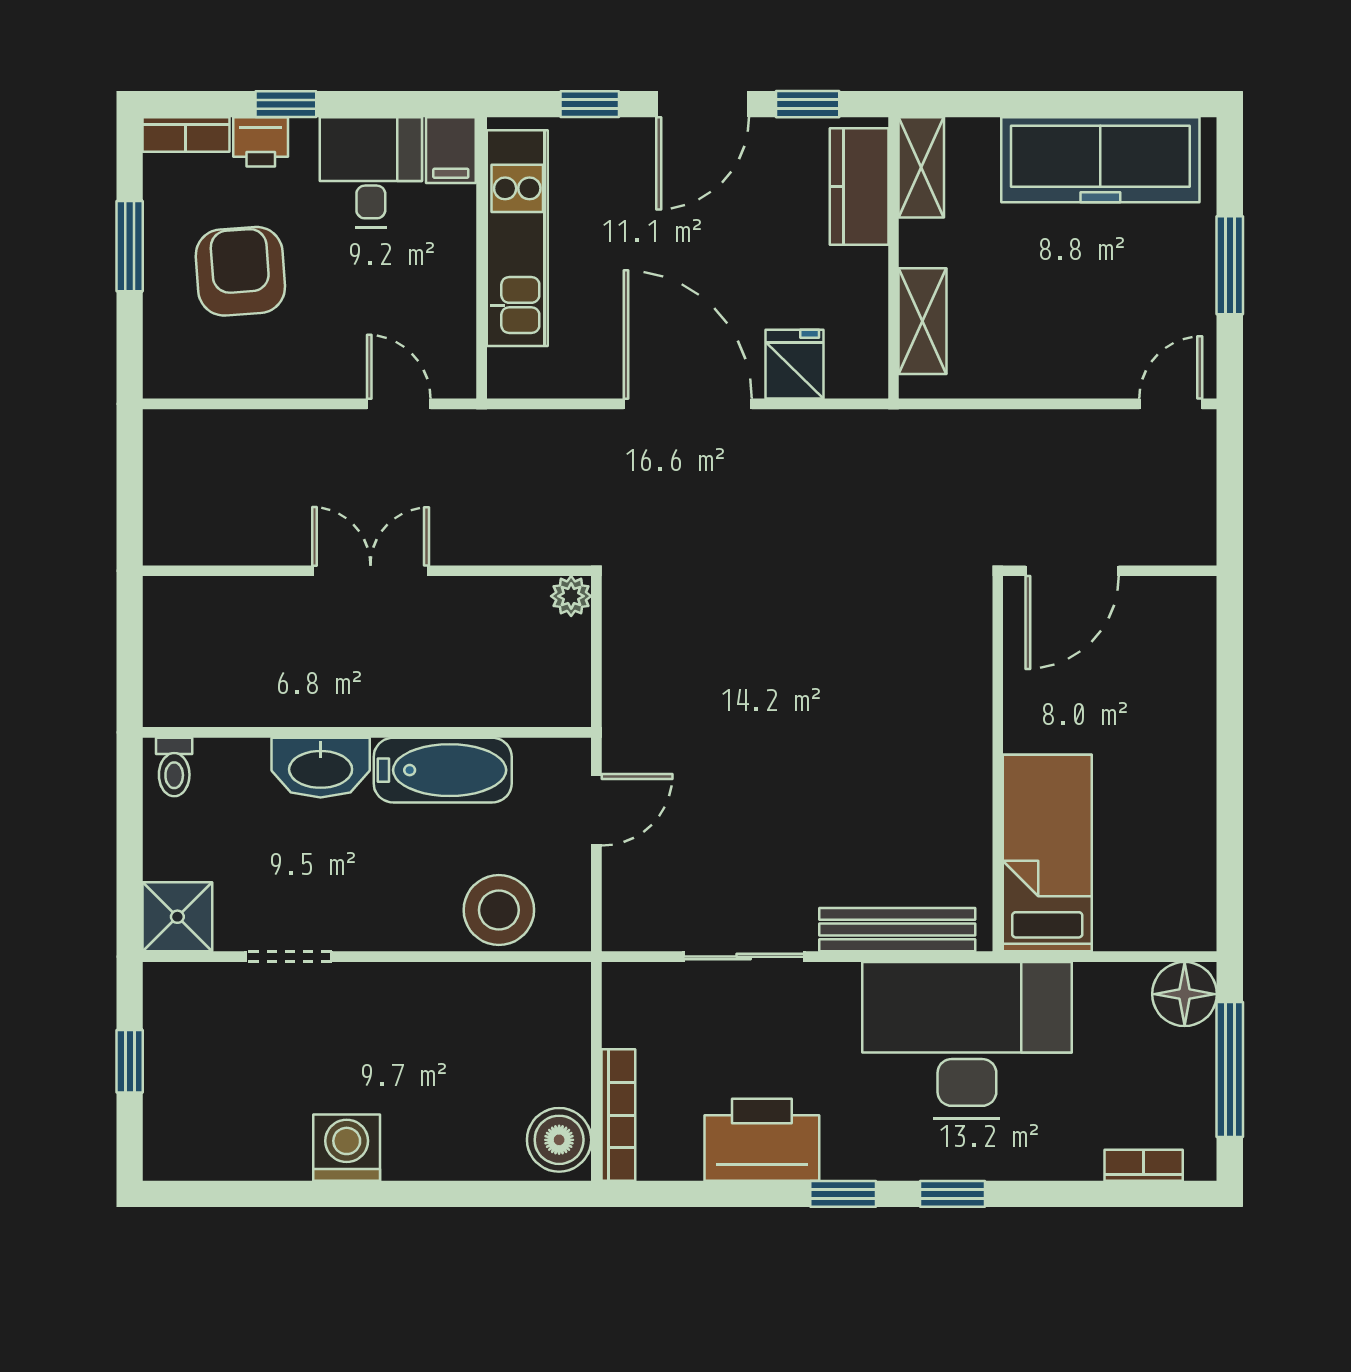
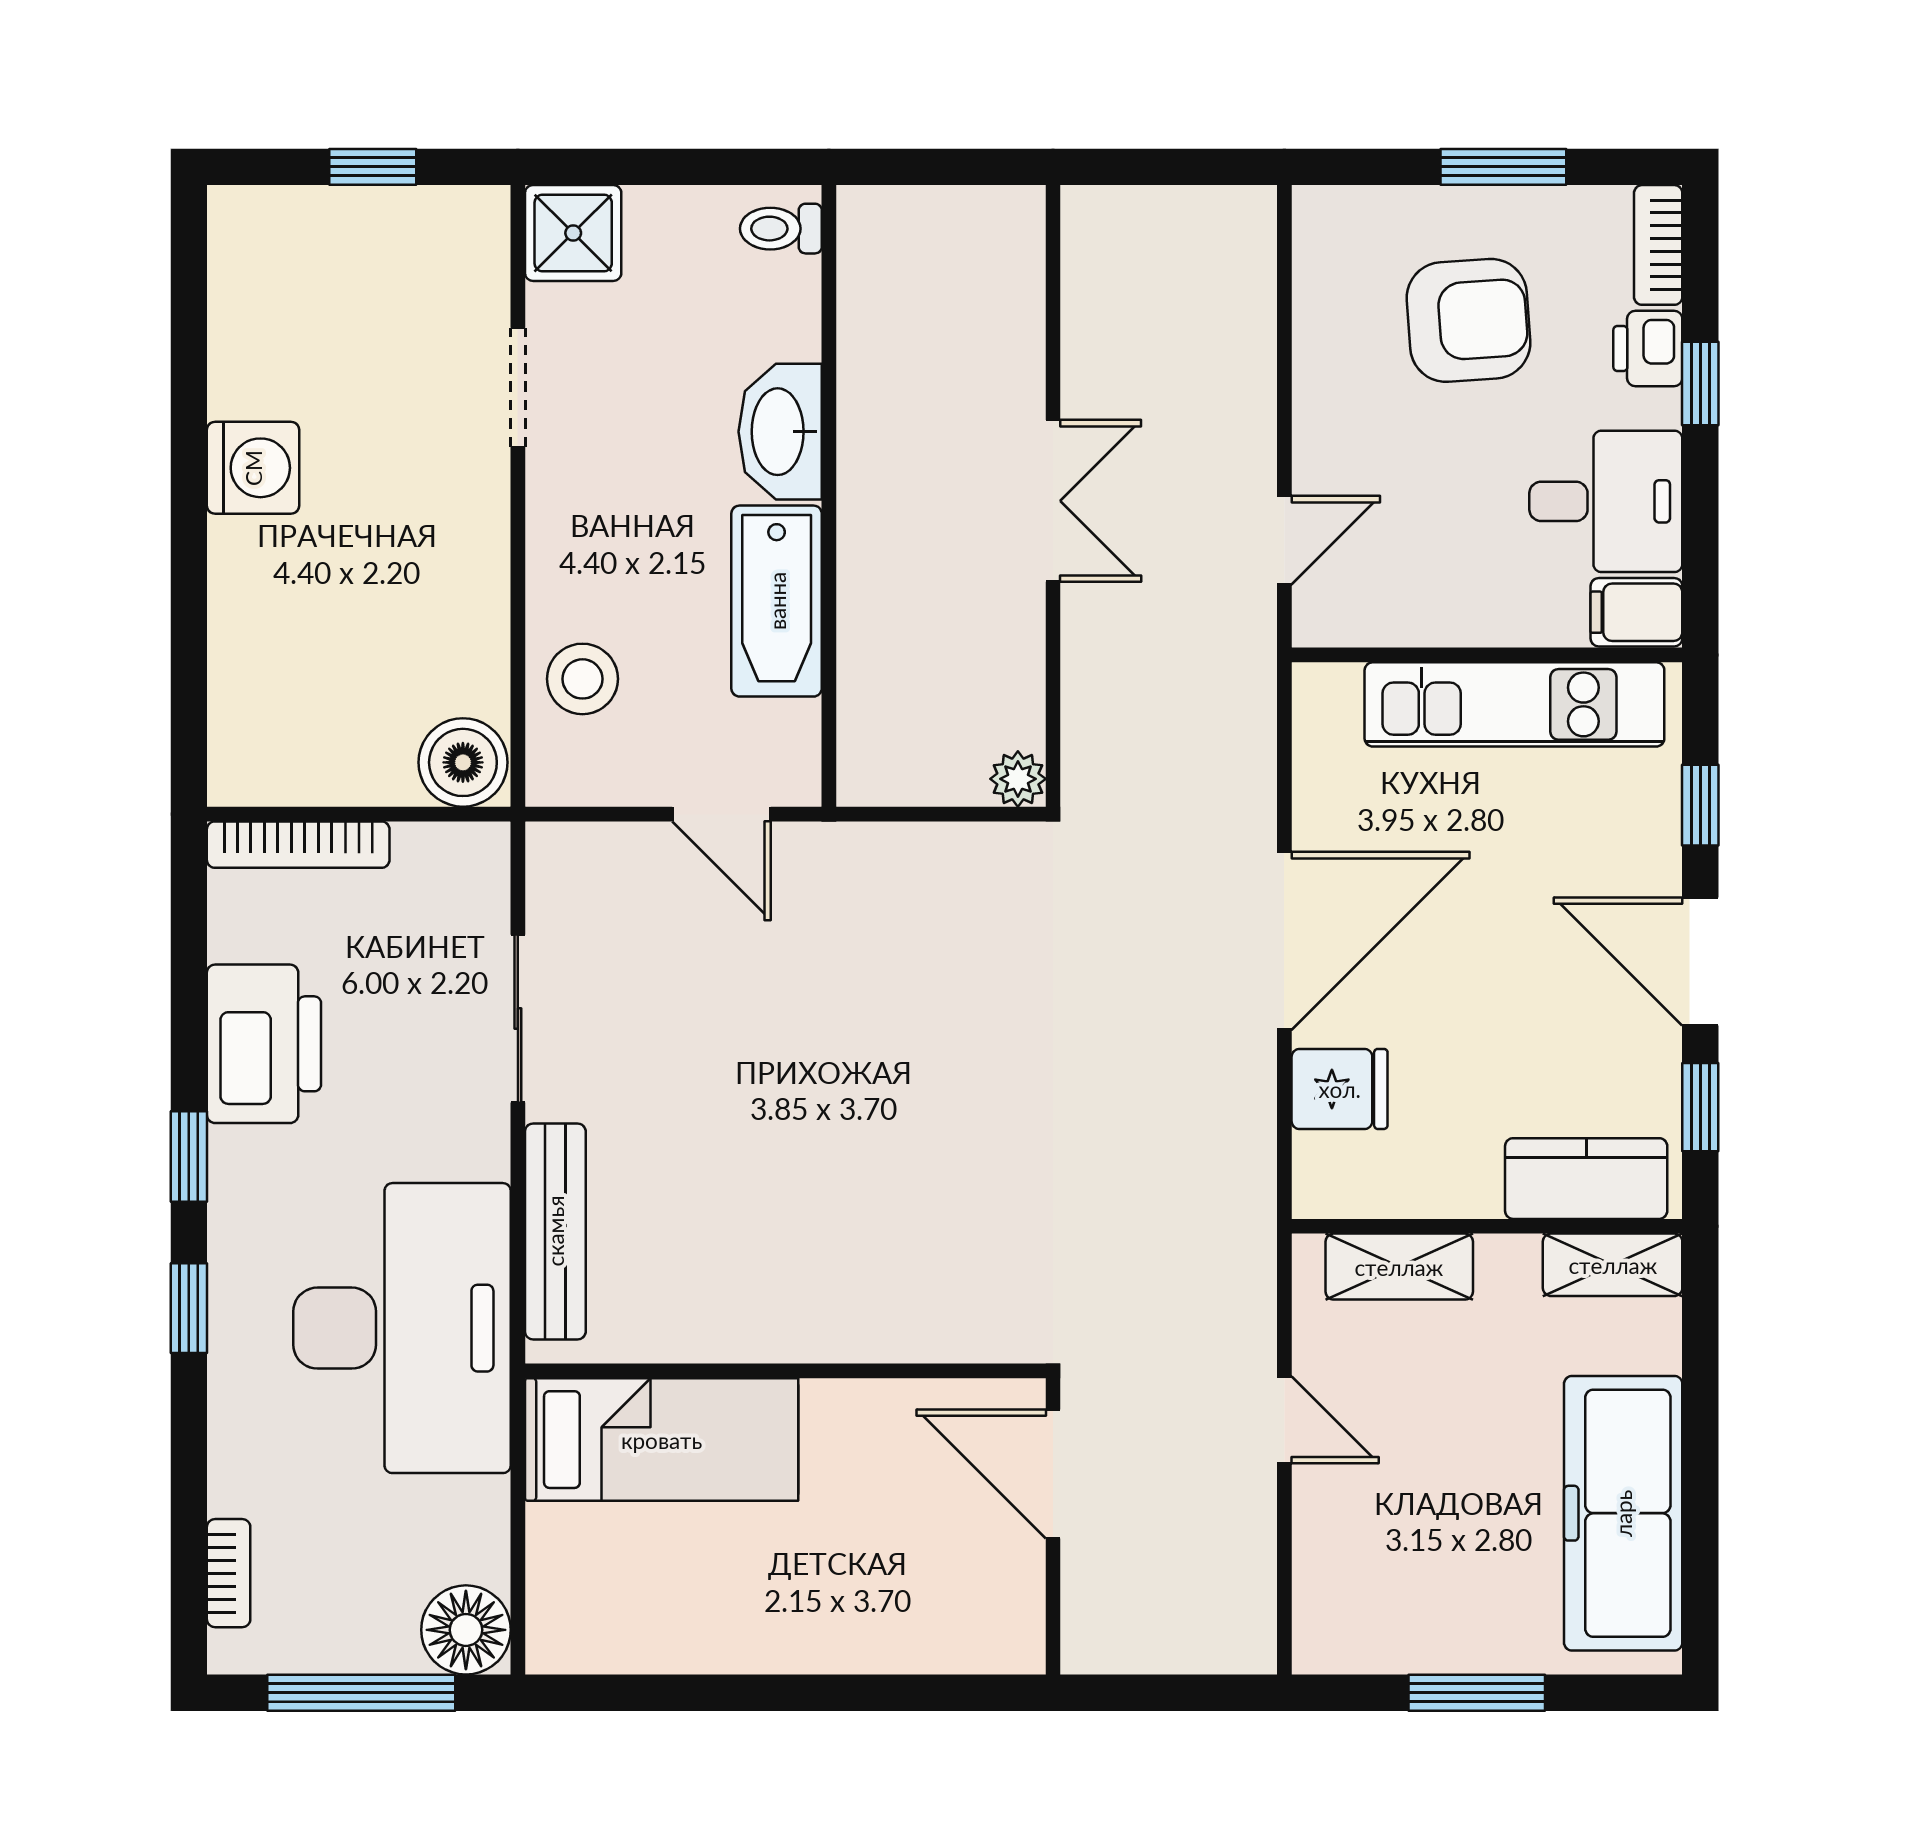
door: (1171, 404) -> (1284, 1420), moved
stool: (499, 910) -> (582, 679), width x0.73, depth x0.73
boiler: (559, 1140) -> (463, 762), moved

